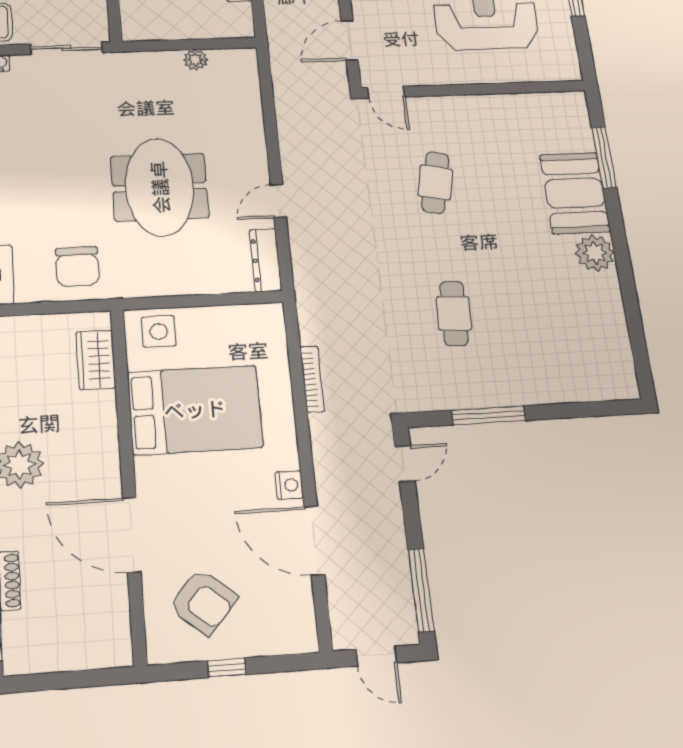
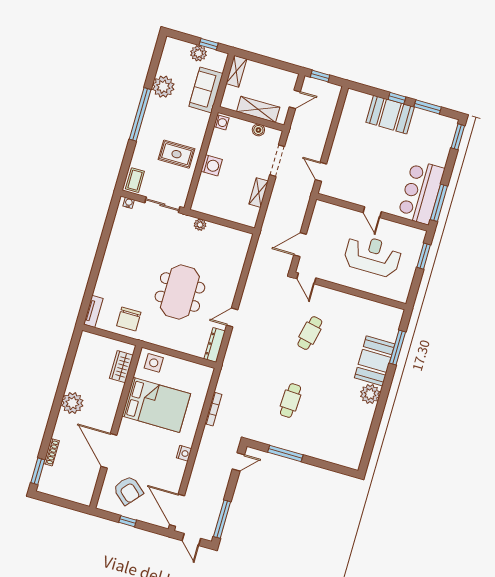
plant: (196, 60) -> (200, 225), moved
door: (314, 540) -> (177, 510), moved

